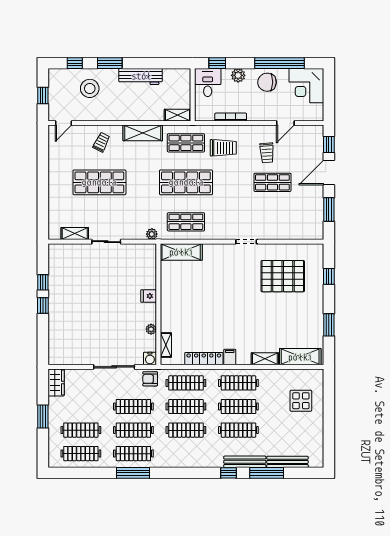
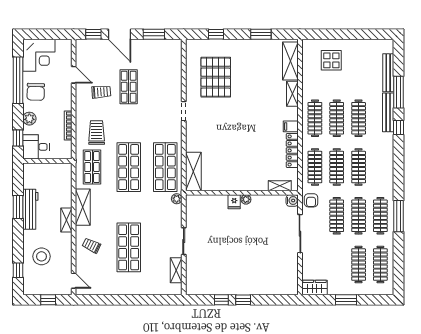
window: (110, 63) -> (18, 207), moved
shelving: (177, 115) -> (66, 220), moved
shop shelf: (186, 222) -> (165, 167), width x1.43, depth x1.36
plant: (151, 329) -> (246, 199), moved

